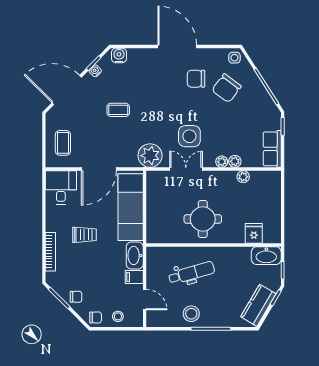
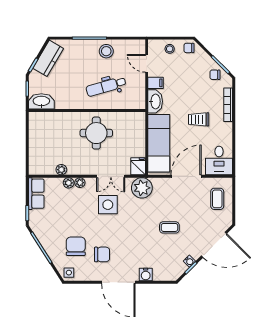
water cooler: (119, 55) -> (146, 274), moved
chair: (226, 88) -> (76, 246), turned -37
fridge: (254, 233) -> (138, 166), moved, turned 180
chair: (76, 297) -> (215, 75), moved

